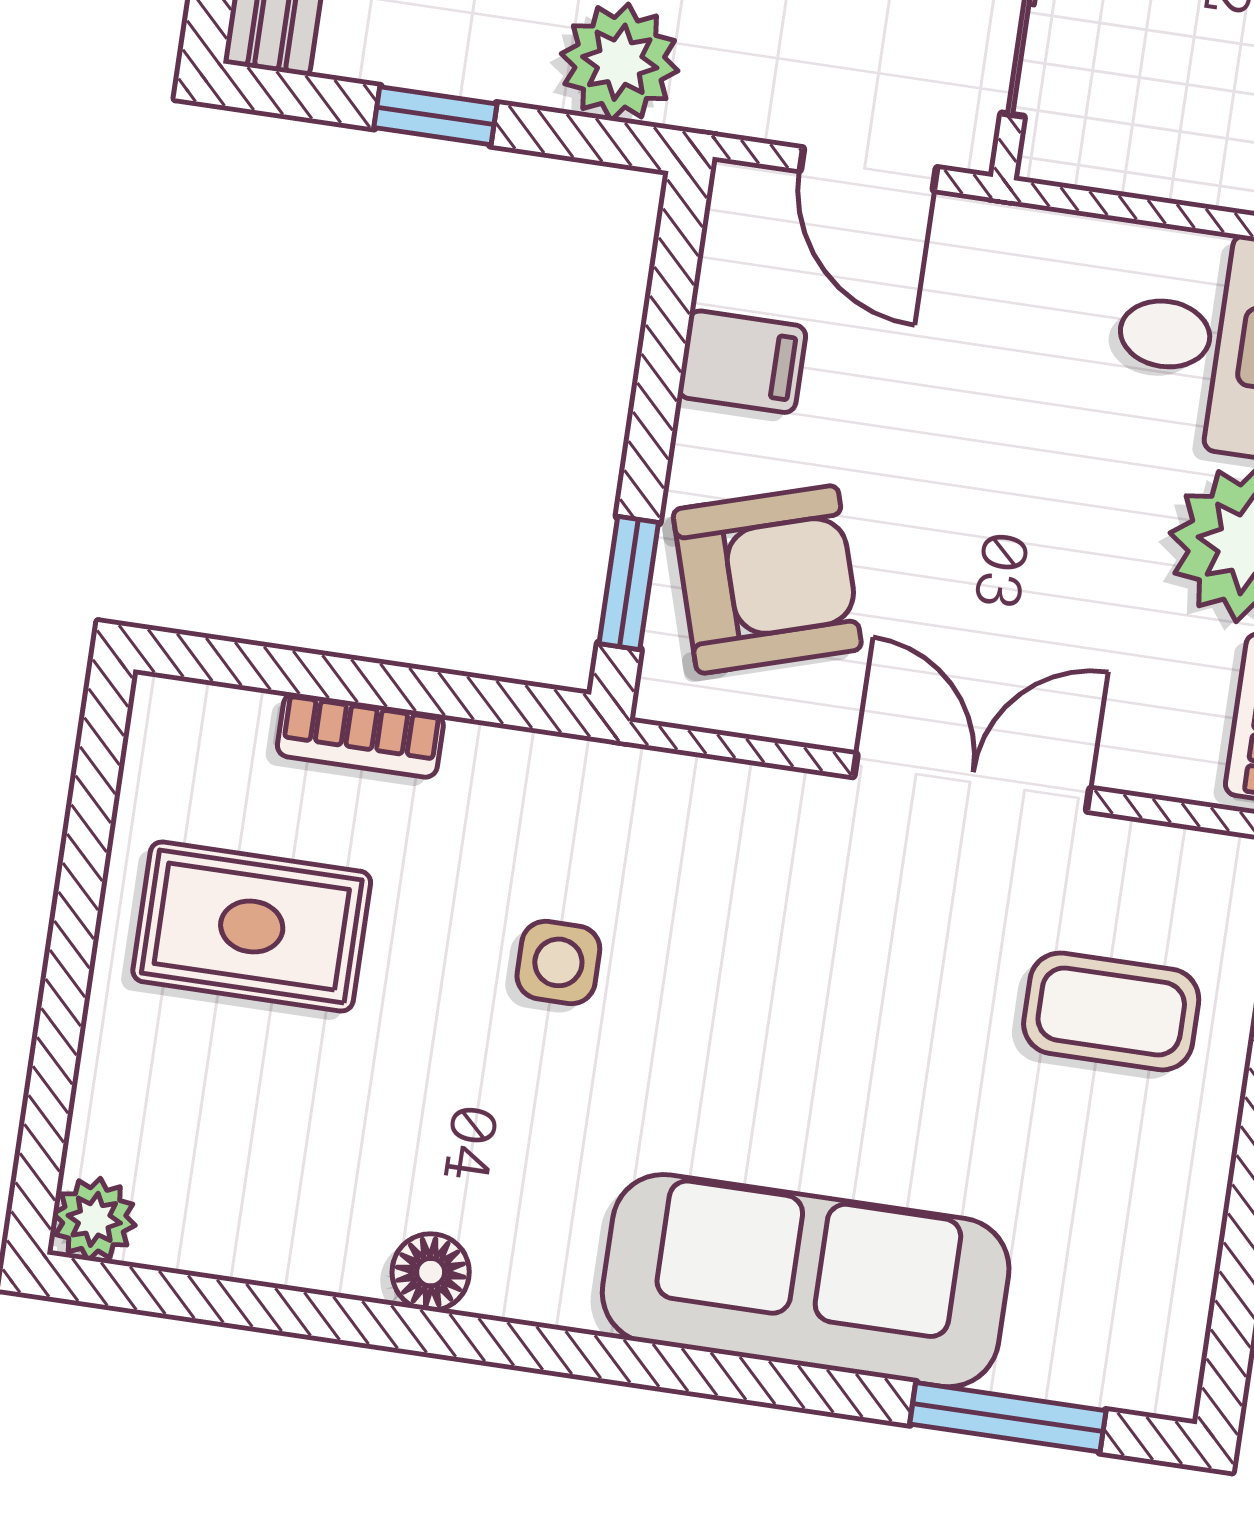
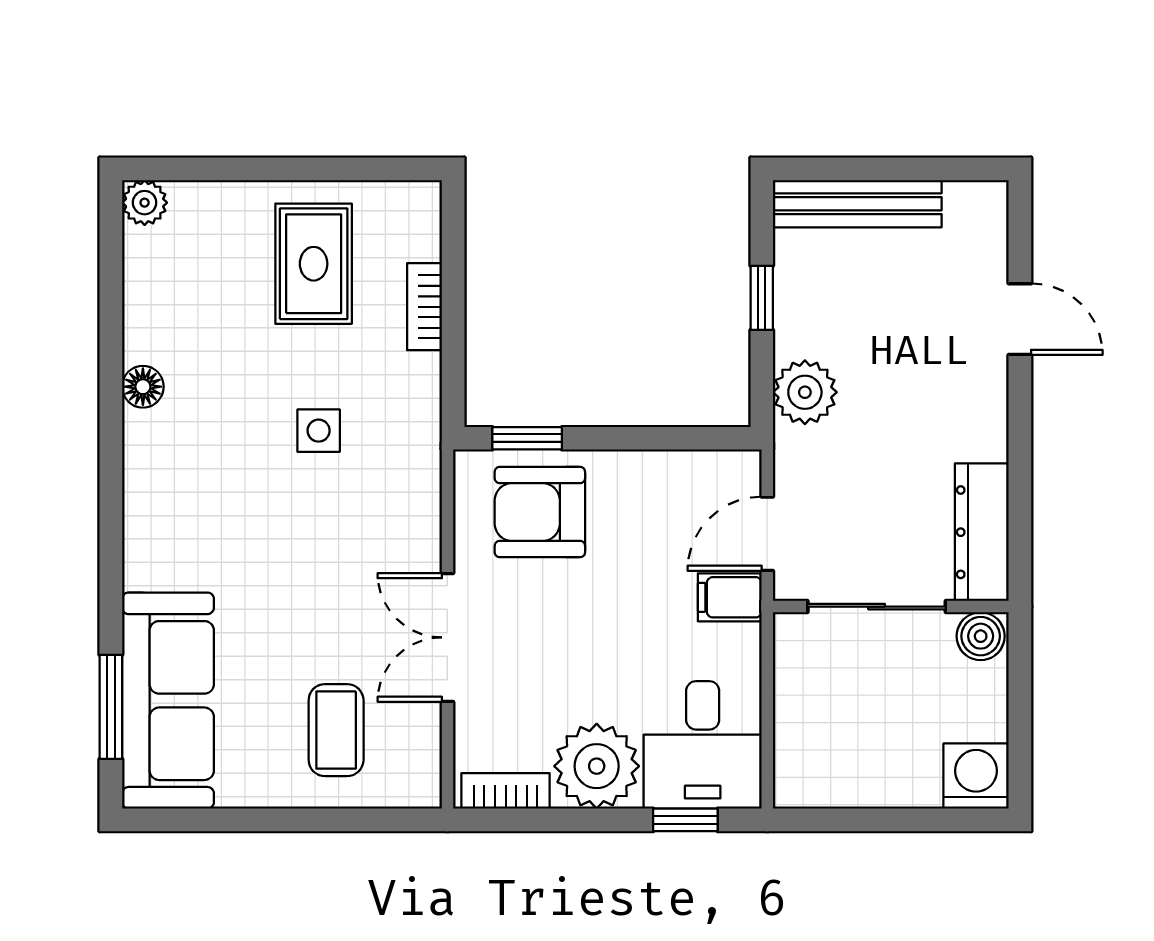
filing cabinet: (742, 362) -> (730, 597), moved, turned 90
armchair: (767, 580) -> (540, 512), turned 107
double door: (972, 782) -> (447, 637), swing flipped
sofa: (806, 1281) -> (168, 701), moved

